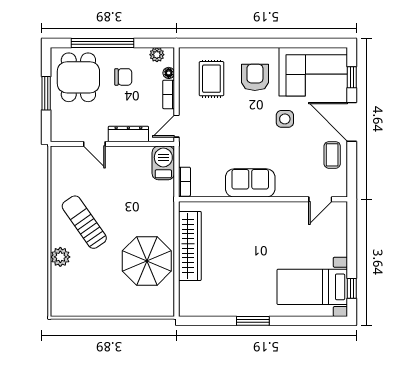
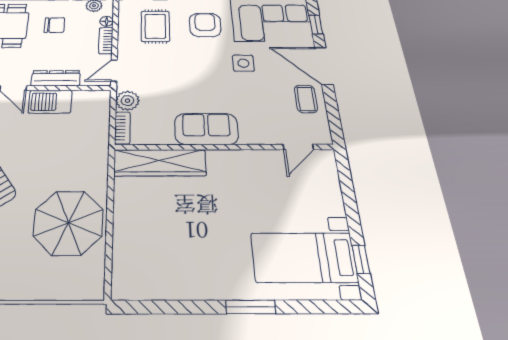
plant: (188, 156) -> (127, 101), added
barbecue: (163, 163) -> (50, 102), moved, turned -90
wardrobe: (190, 246) -> (160, 163), moved, turned 90
window: (253, 321) -> (251, 307), moved

